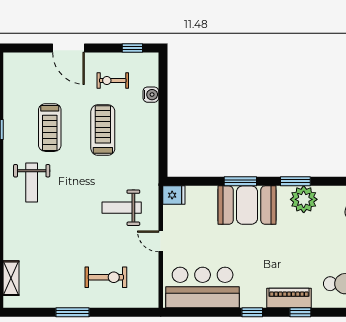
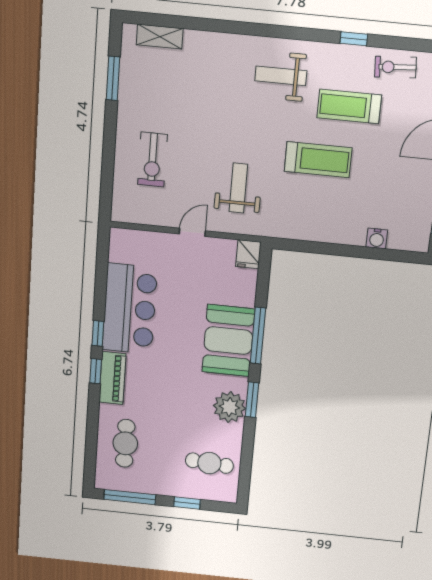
exercise bike: (113, 80) -> (395, 67), moved, turned -94
treadmill: (103, 130) -> (318, 160), moved
window: (240, 181) -> (258, 336), width x1.44
bar counter: (203, 287) -> (130, 309), moved
window: (72, 312) -> (113, 78), moved
window: (300, 312) -> (96, 371), moved

